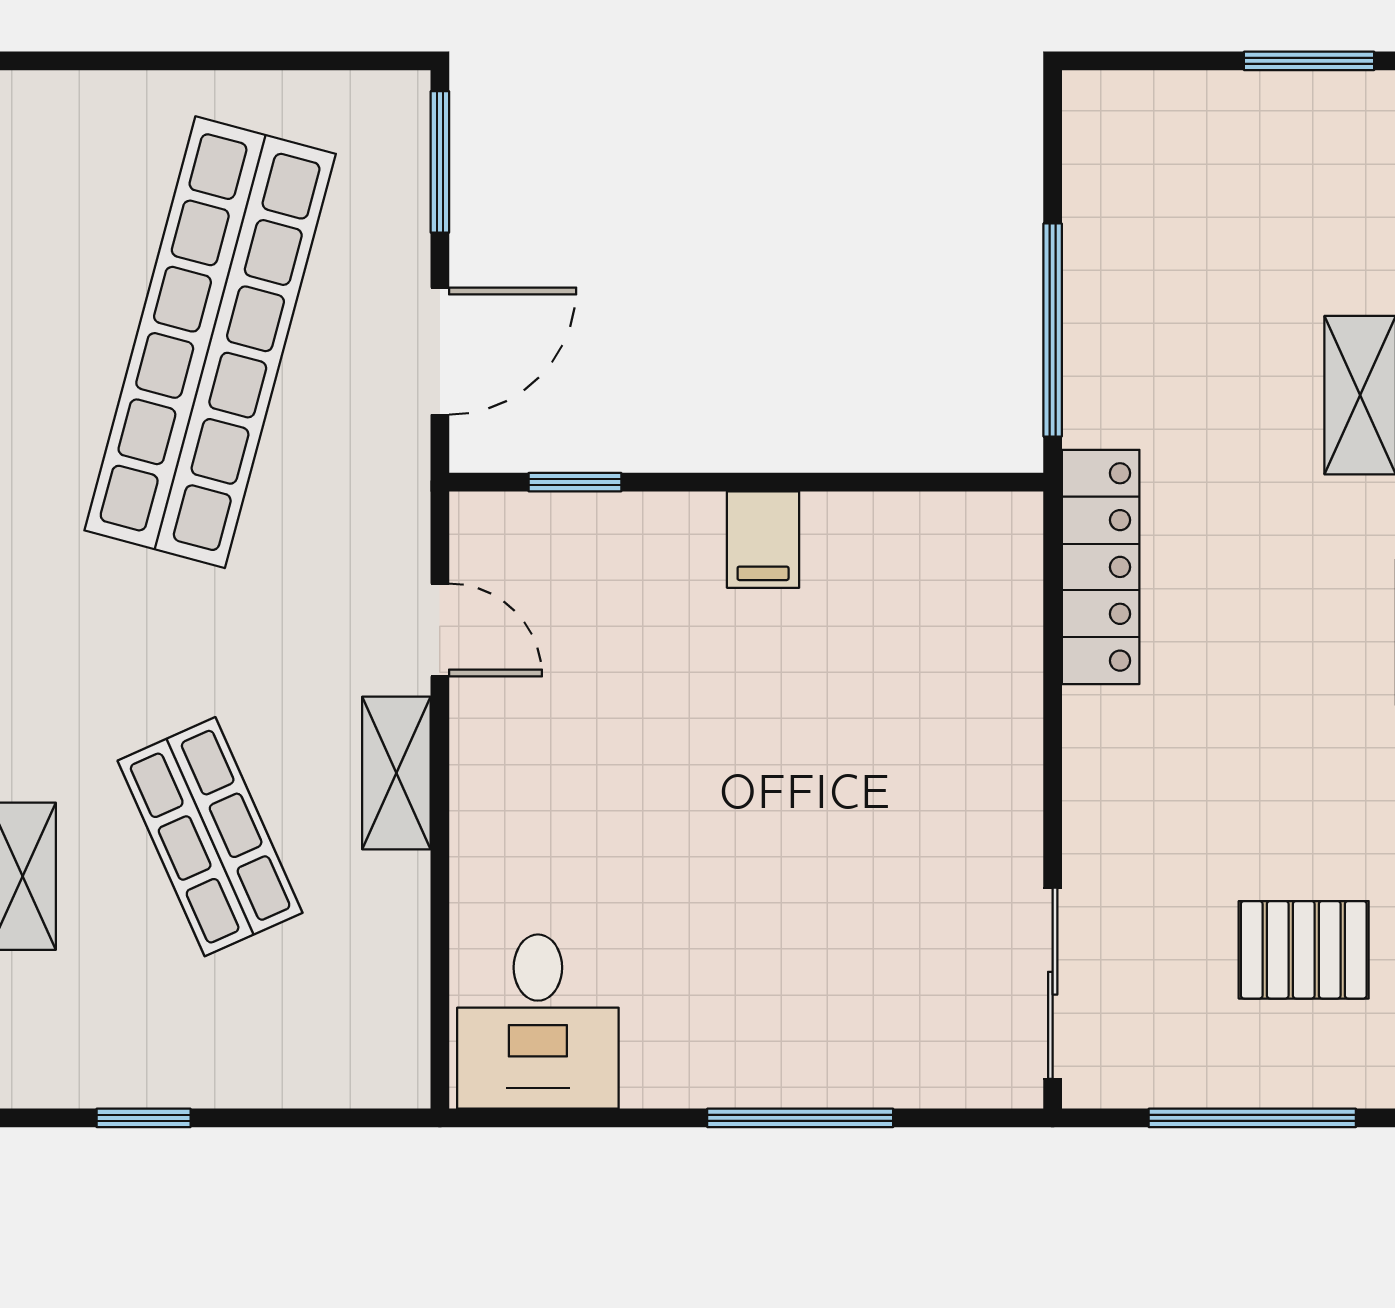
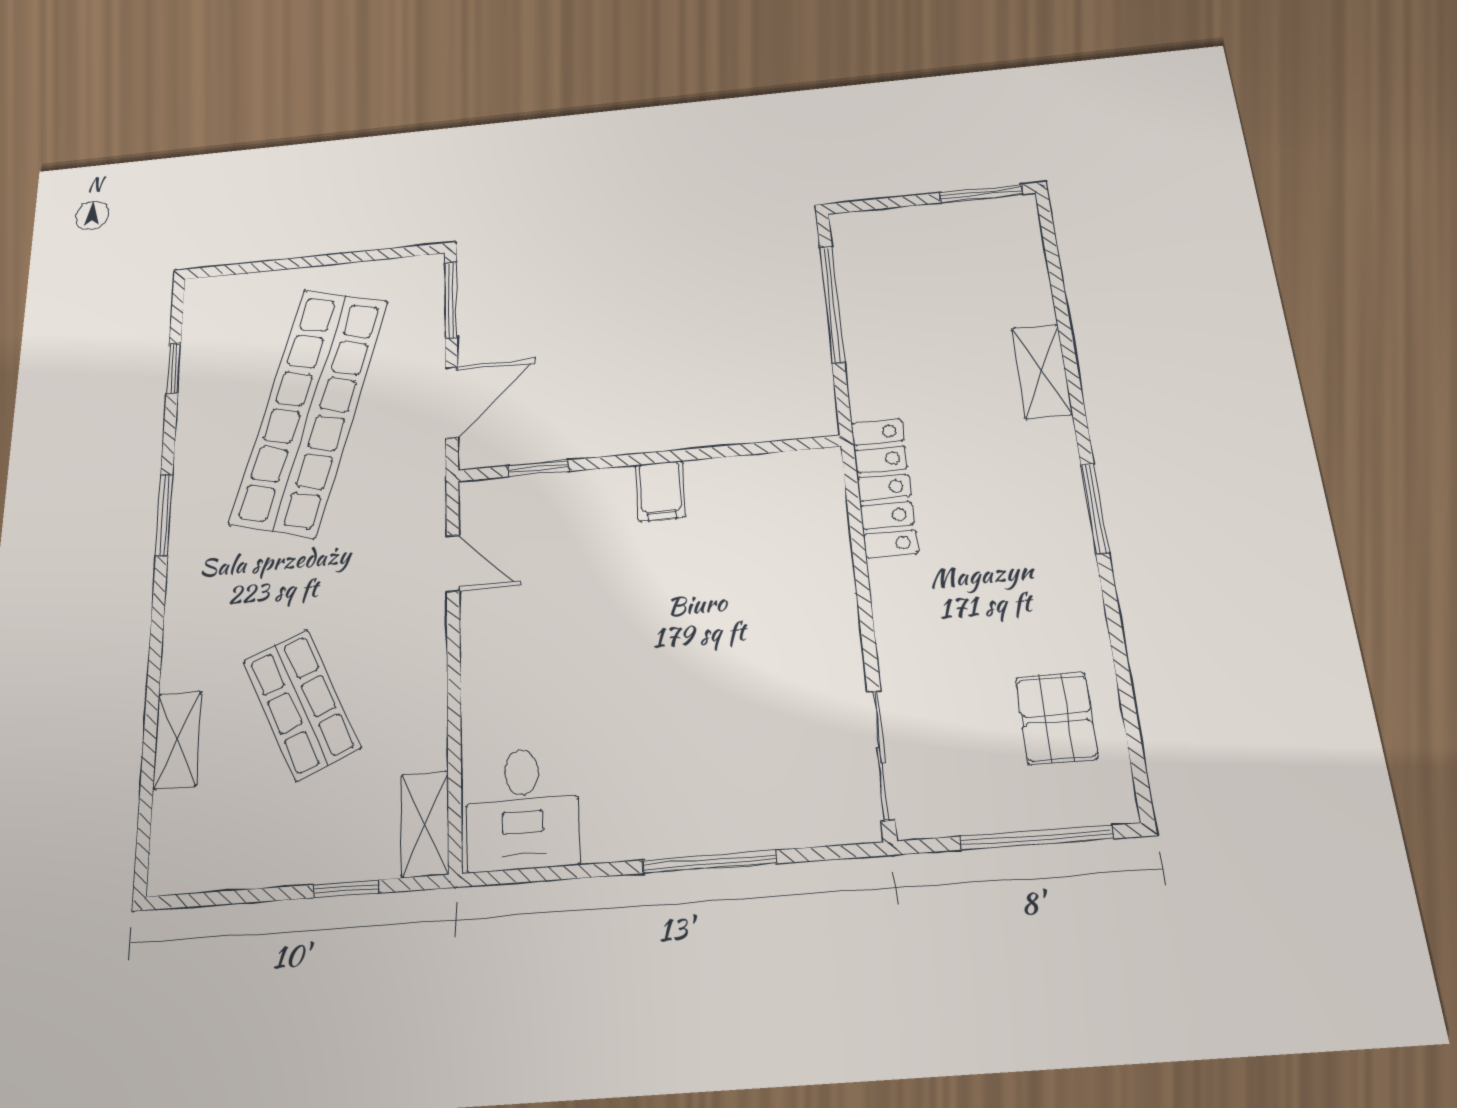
window: (1053, 330) -> (832, 304), moved
shelving: (396, 773) -> (425, 824), moved
pallet: (1304, 950) -> (1057, 718), turned 90
window: (144, 1118) -> (346, 889), moved

